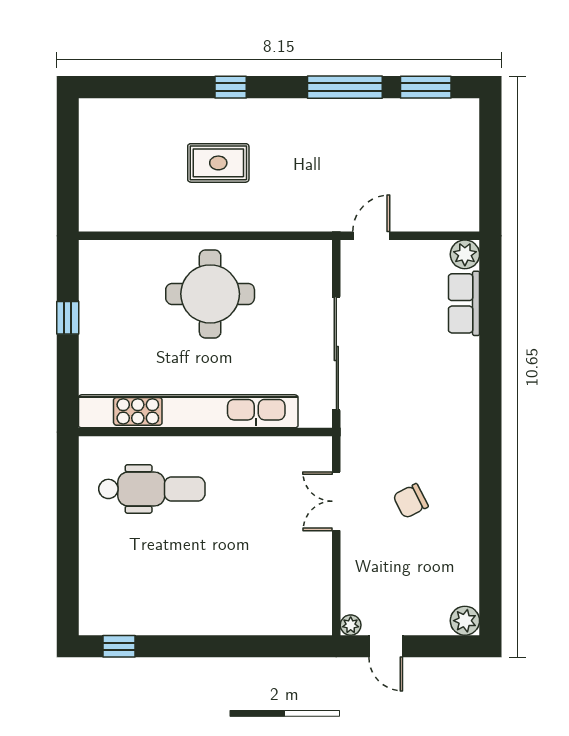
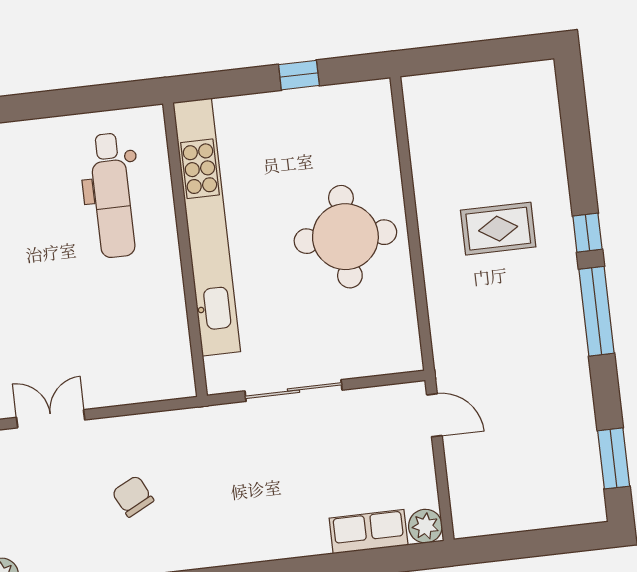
window: (345, 87) -> (597, 311), moved
rug: (218, 163) -> (498, 229), turned 90
sliding door: (336, 353) -> (294, 391), width x0.73
double door: (336, 501) -> (51, 419), moved

